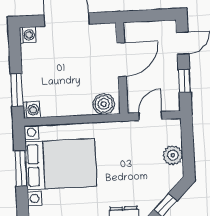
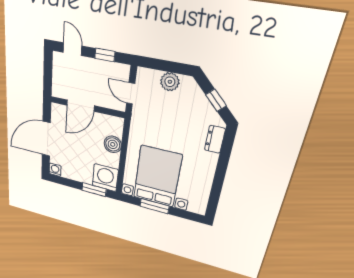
door: (121, 60) -> (80, 106), swing flipped
boiler: (104, 104) -> (113, 144), moved
washing machine: (32, 110) -> (105, 178), width x1.89, depth x1.89

